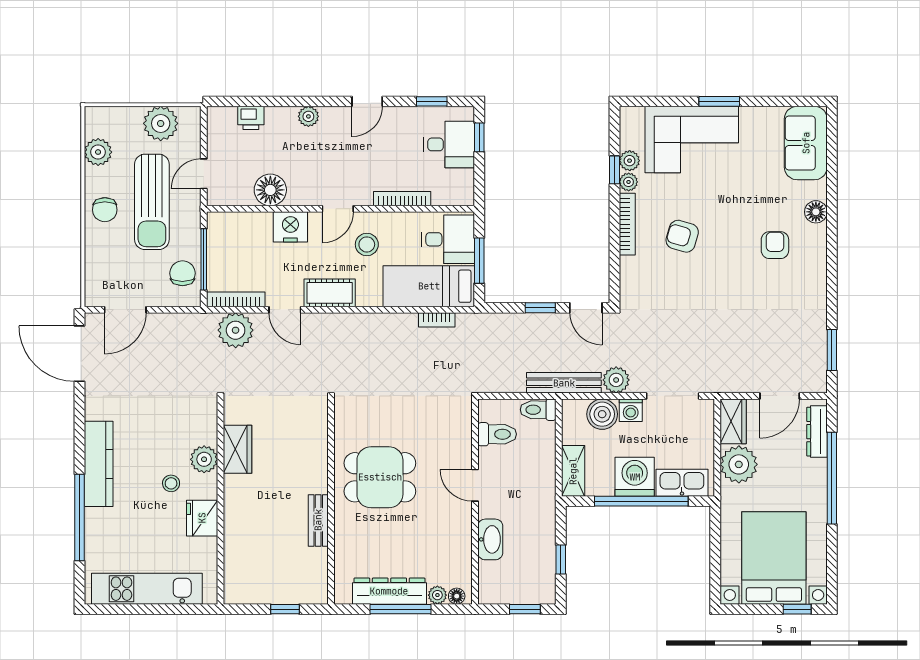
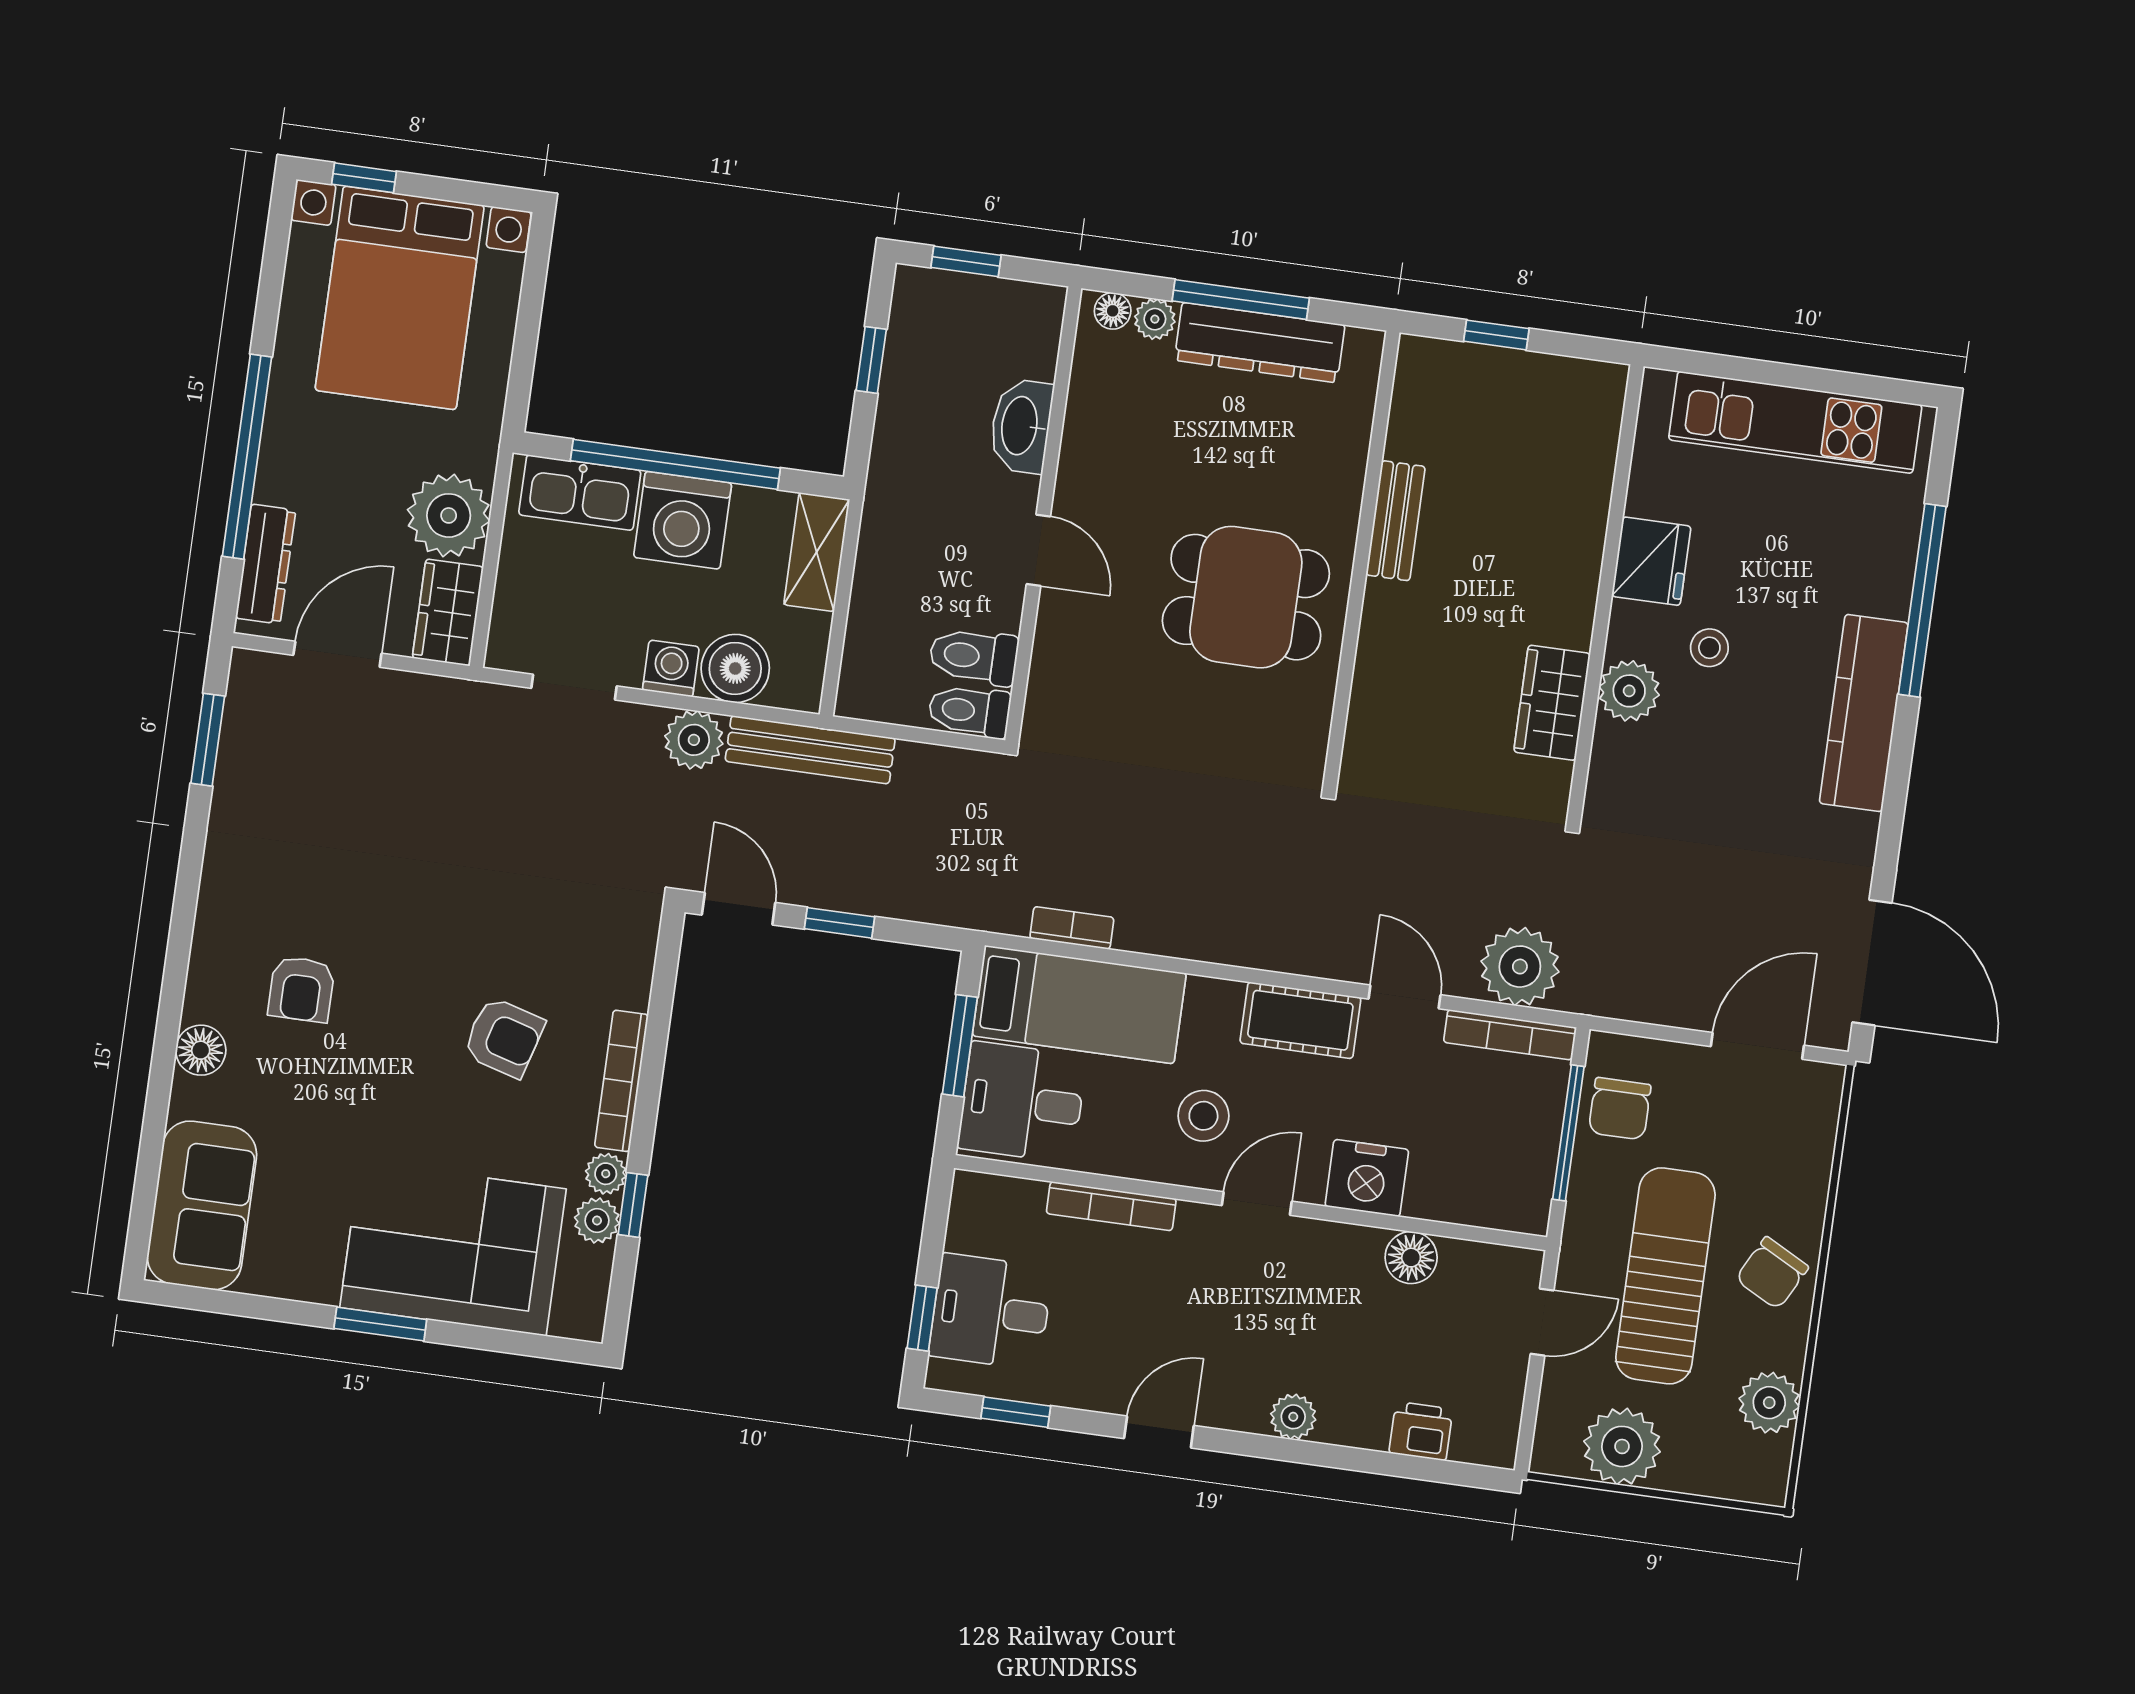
floor lamp: (270, 190) -> (1411, 1258), width x0.73, depth x0.73
chair: (105, 210) -> (1772, 1273), turned -152
doorway: (673, 396) -> (574, 687), width x0.73
toilet: (538, 410) -> (969, 711), moved, turned 180

